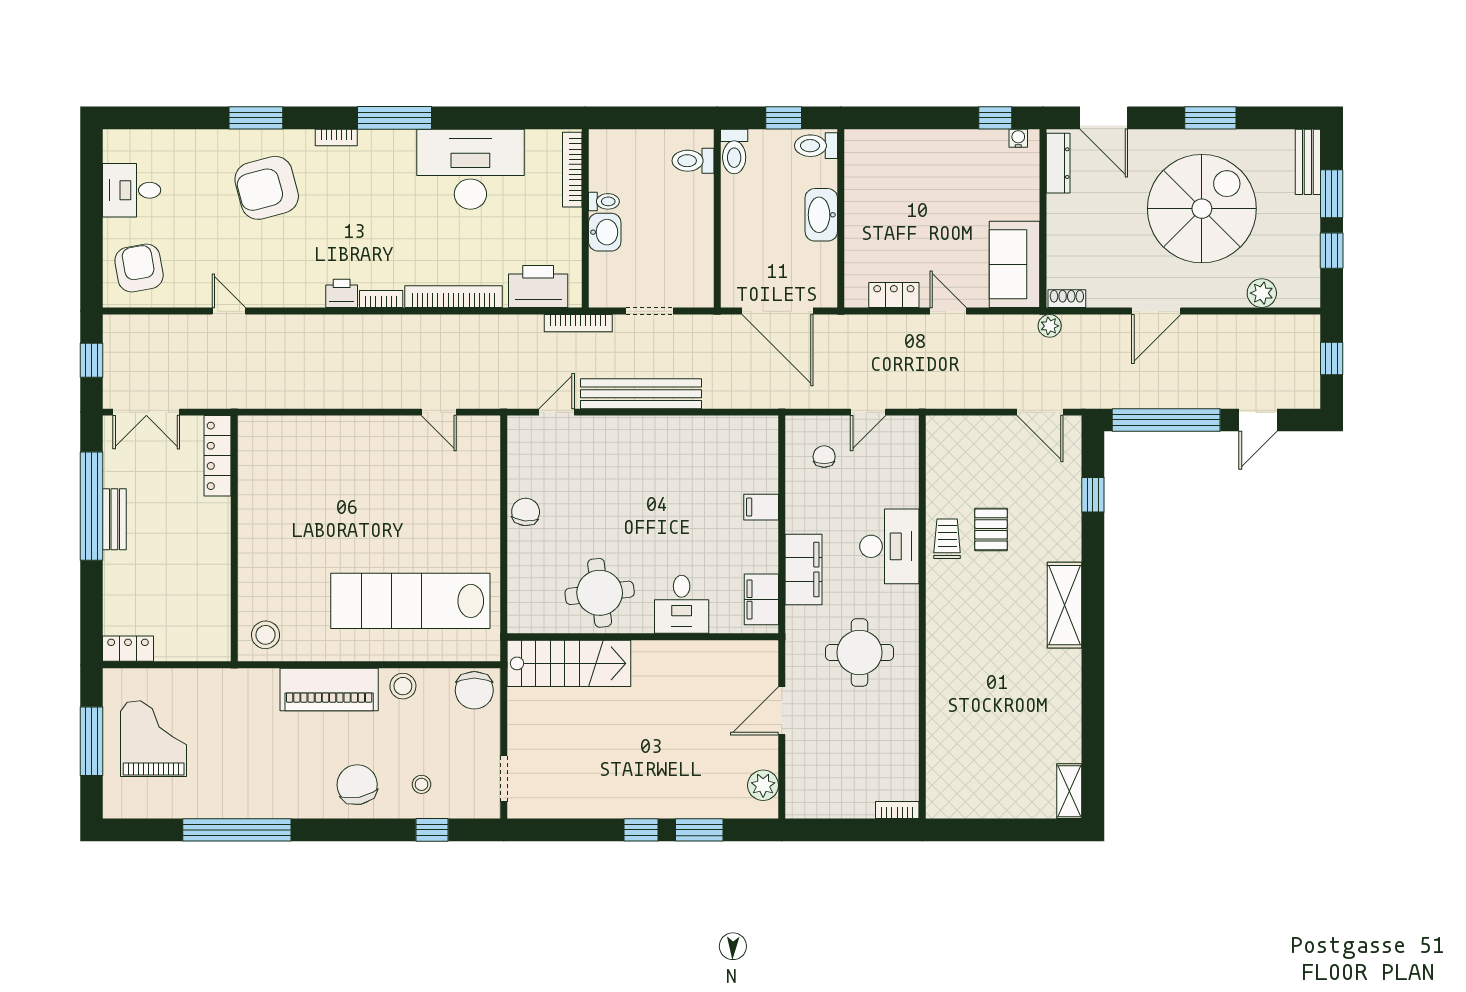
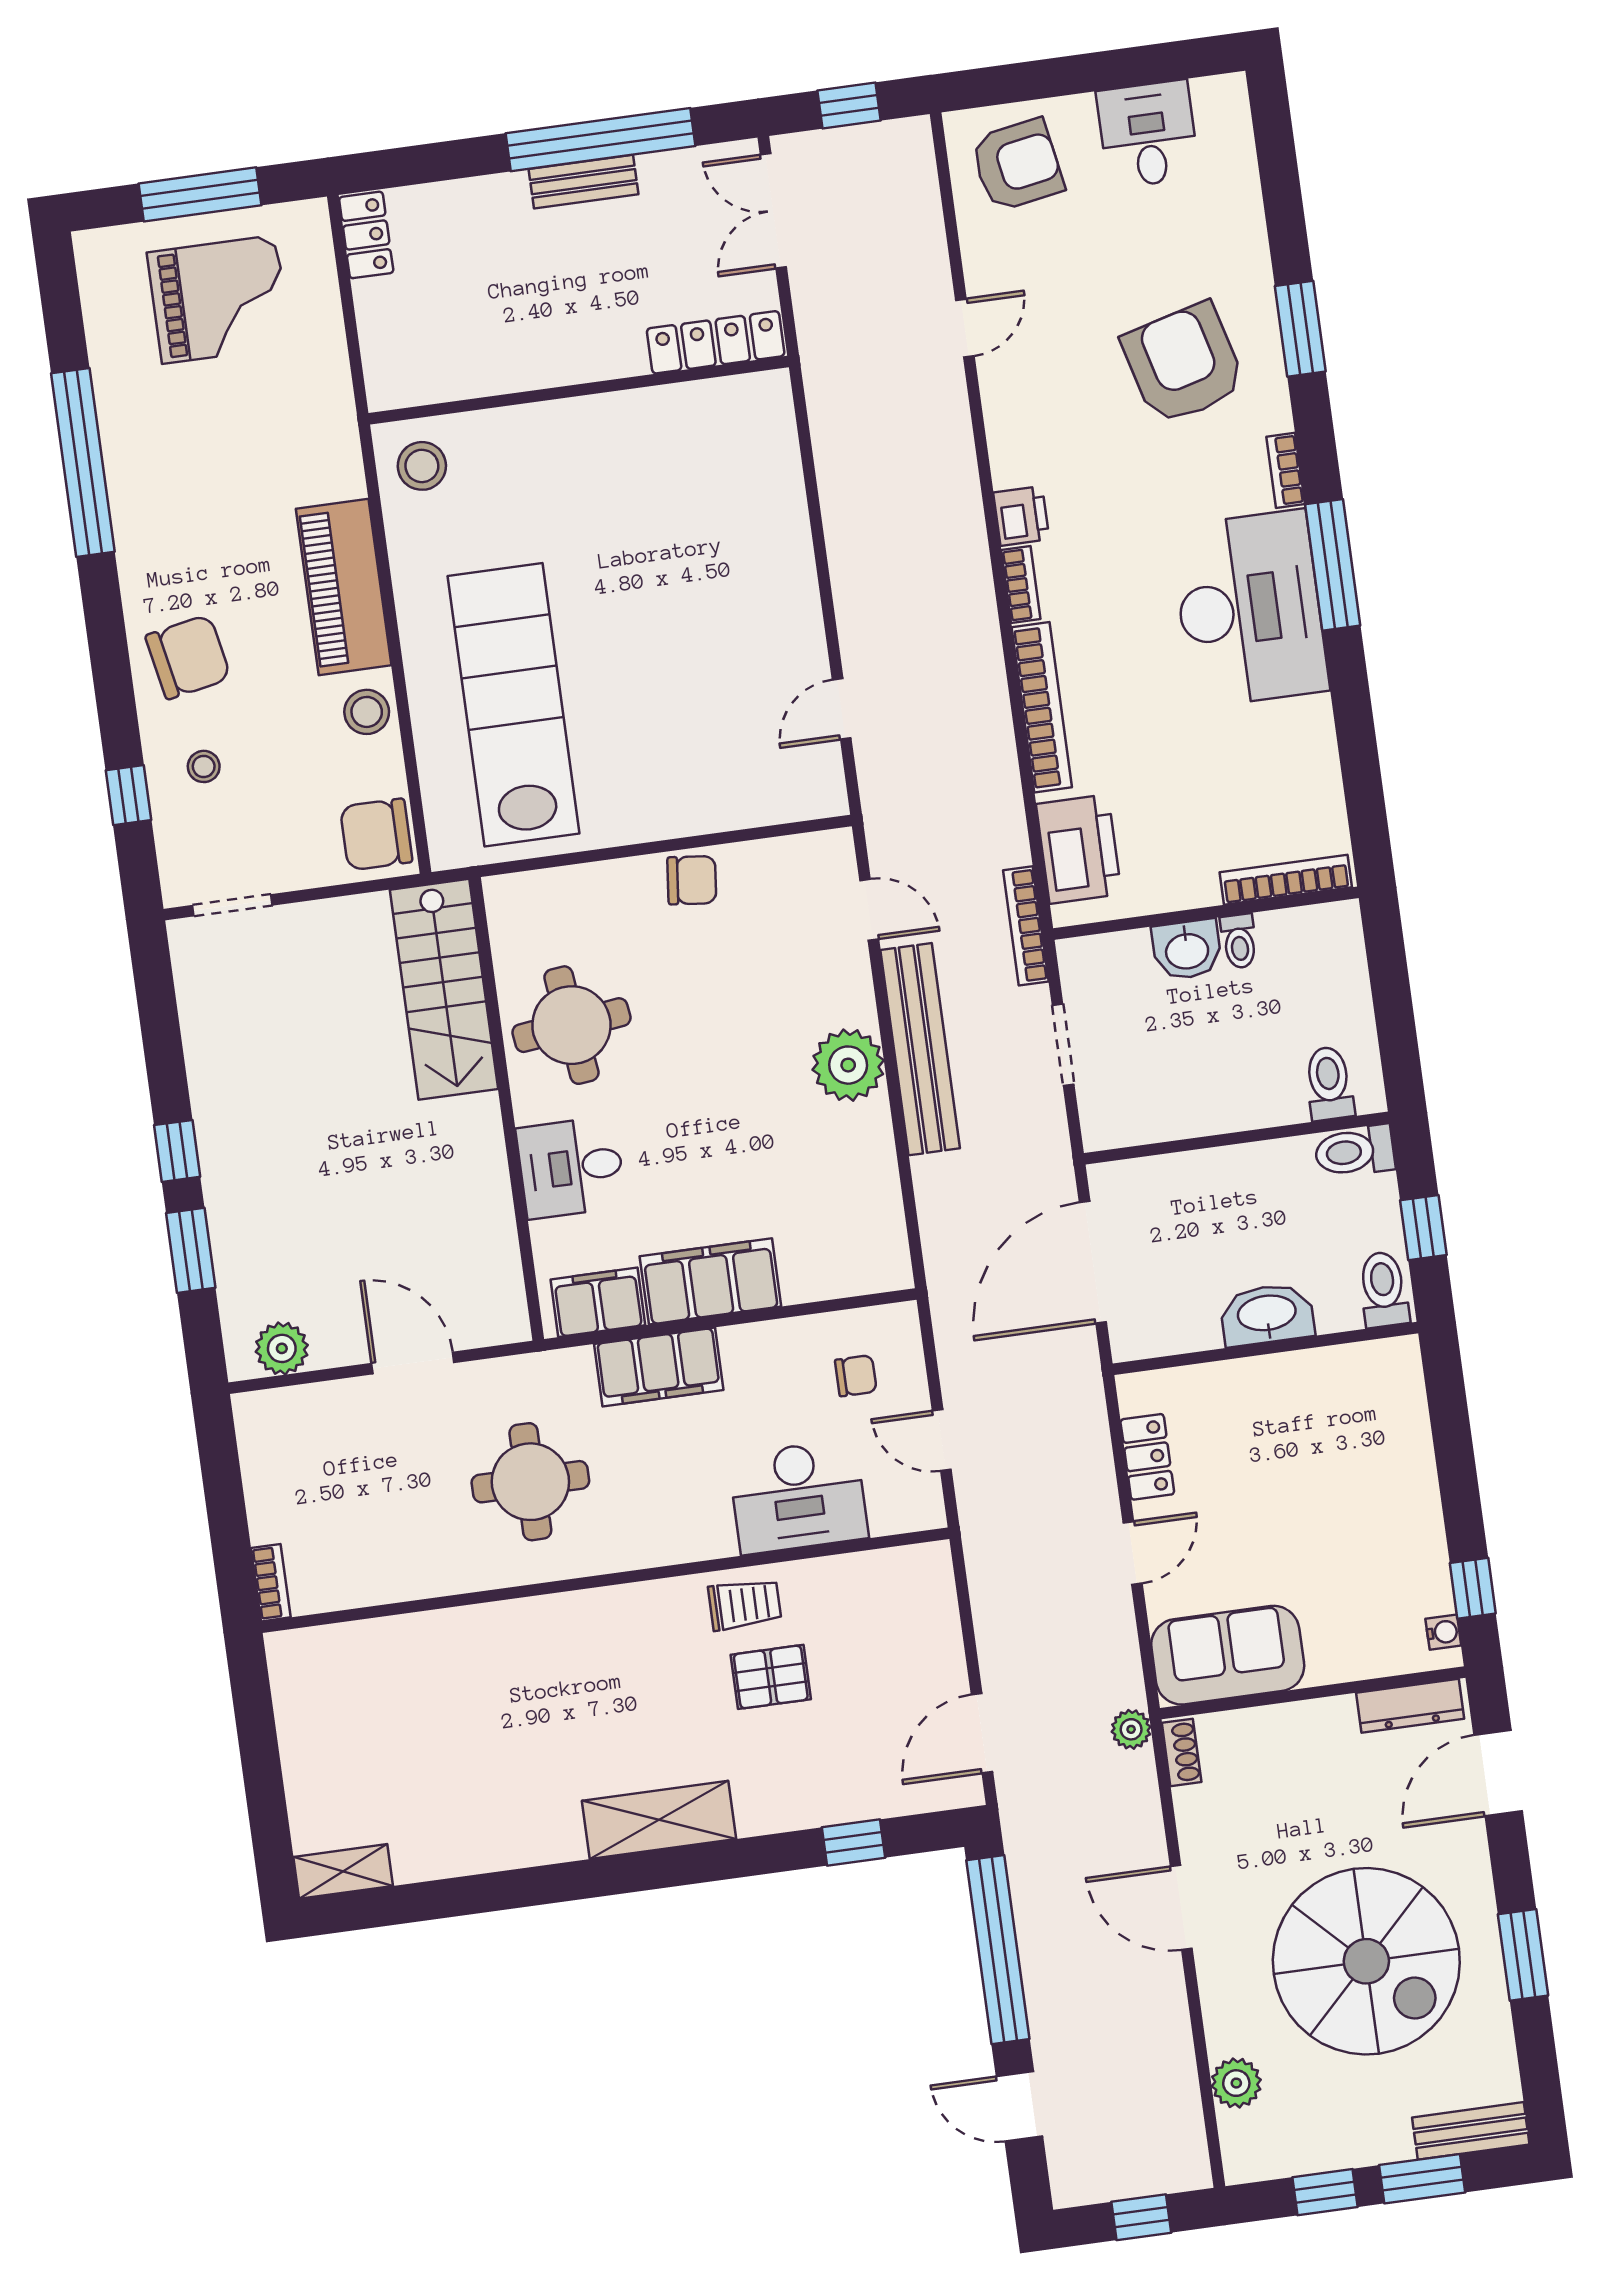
desk: (470, 169) -> (1249, 609), moved
plant: (644, 436) -> (848, 1065), added
filing cabinet: (761, 507) -> (710, 1281), width x3.00, depth x1.17
desk: (889, 546) -> (798, 1497), moved

